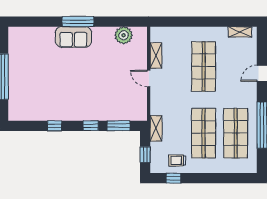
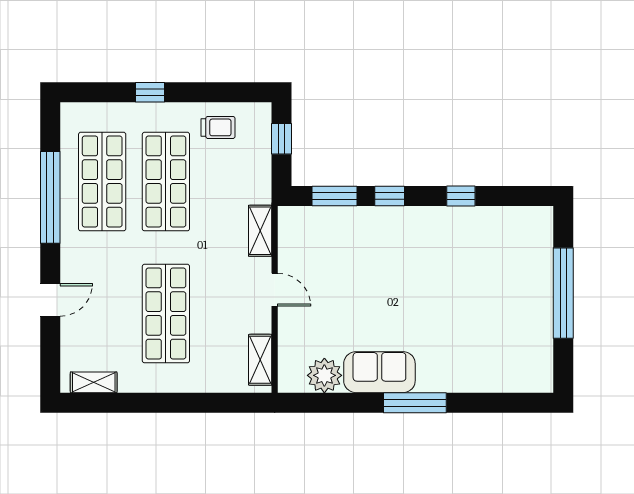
sofa: (73, 37) -> (379, 372), moved
shelving: (156, 56) -> (260, 360), moved
shelving: (156, 128) -> (260, 231), moved
window: (173, 178) -> (150, 92), moved

